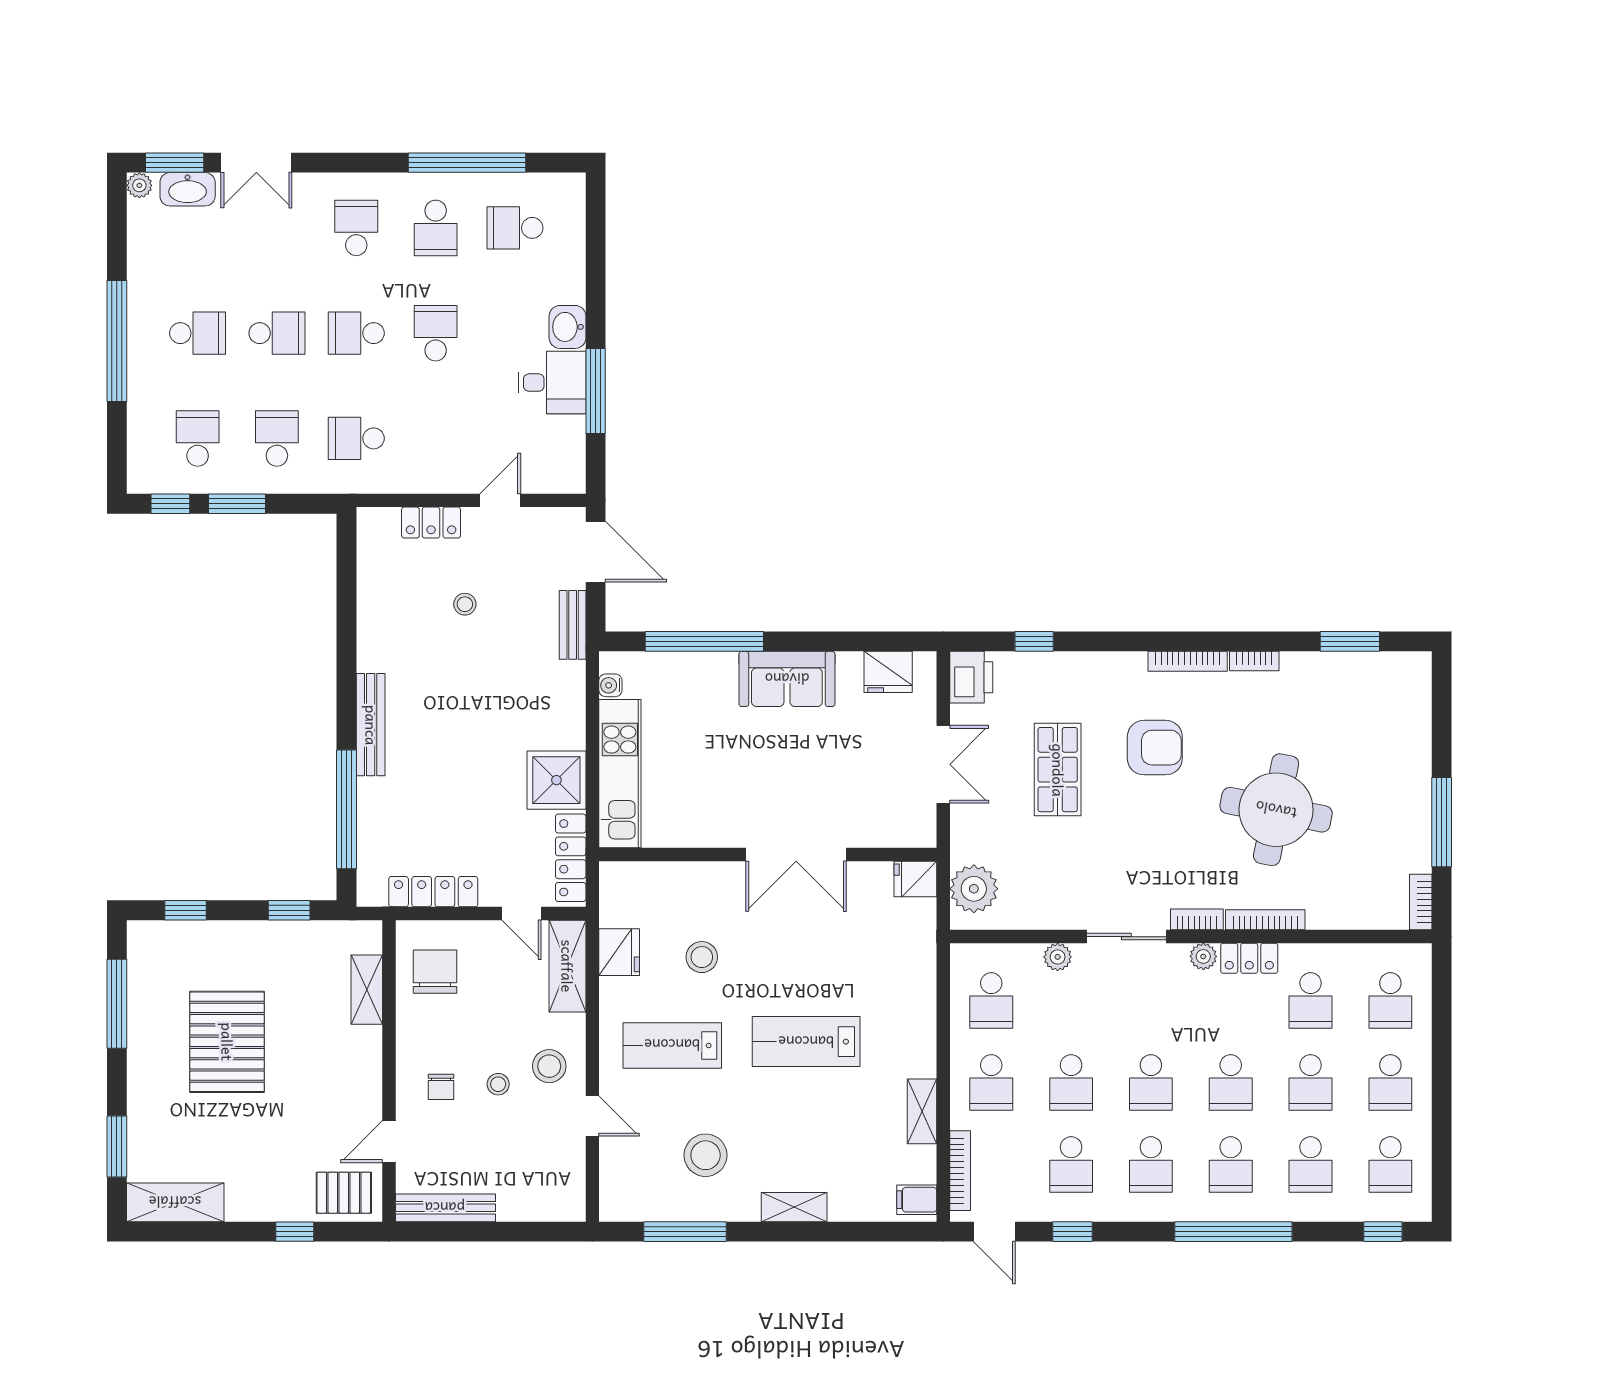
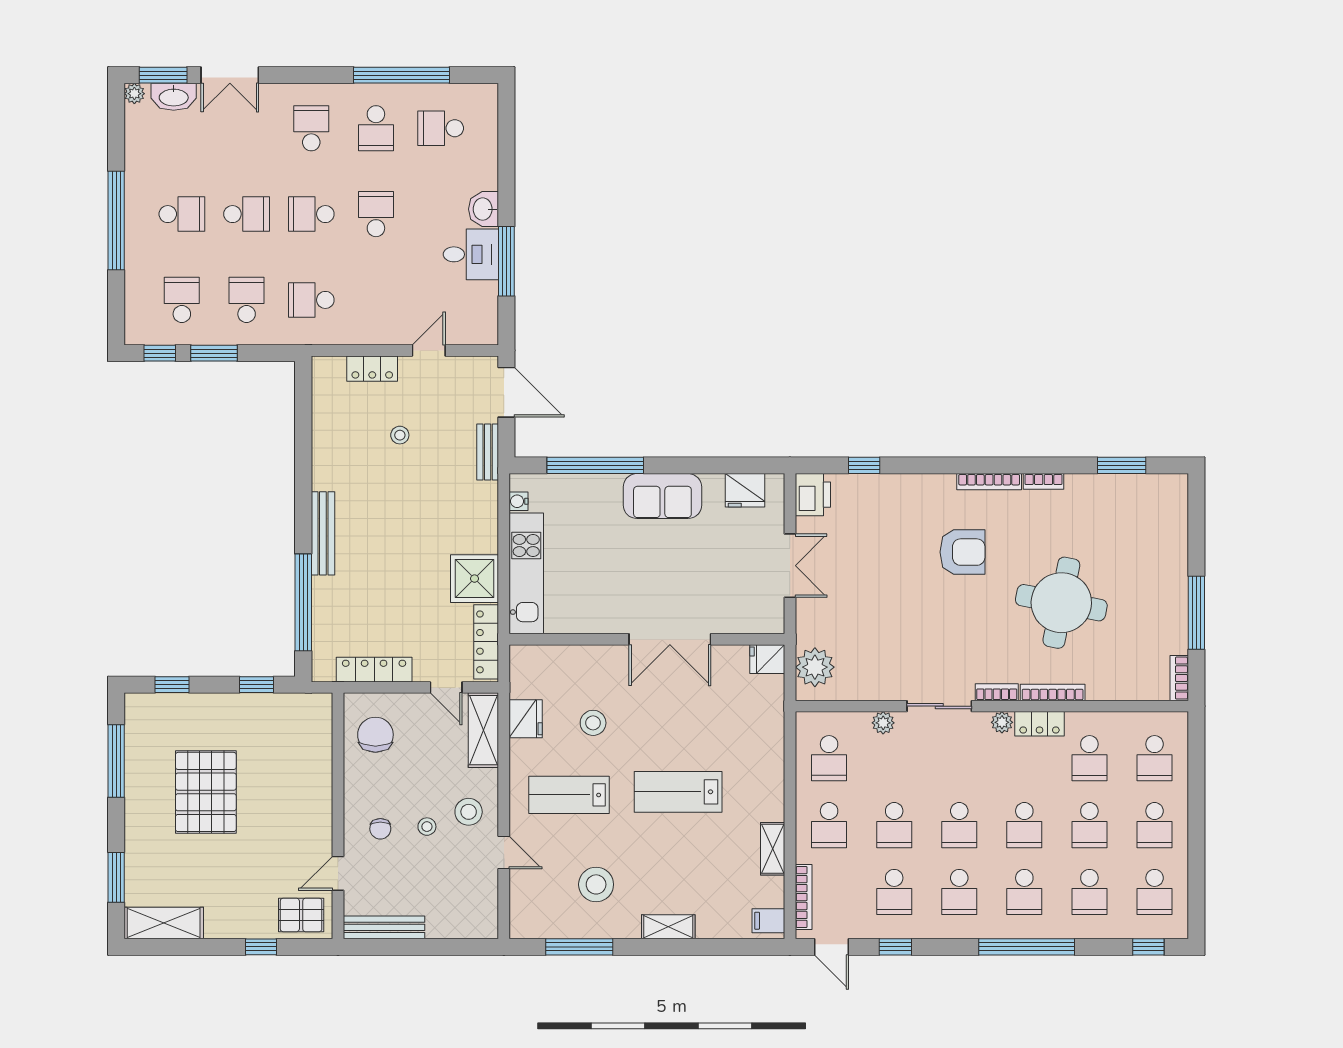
shop shelf: (1058, 770) -> (883, 570), removed
shelving: (367, 990) -> (320, 749), removed

